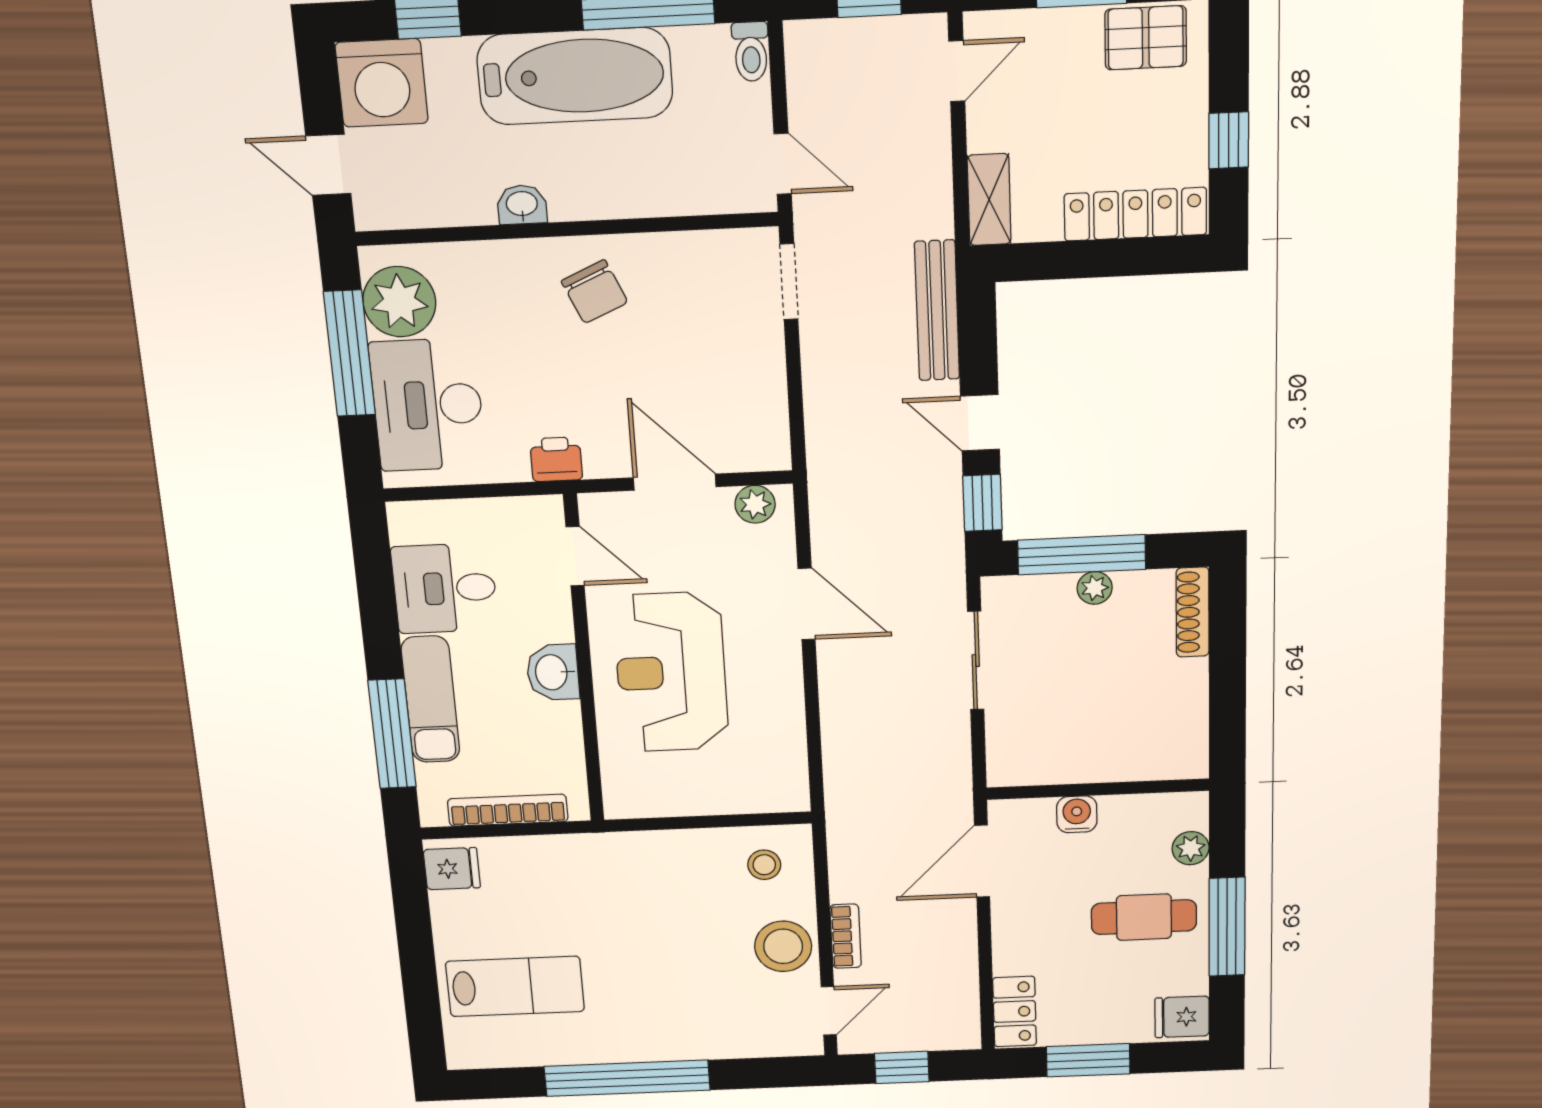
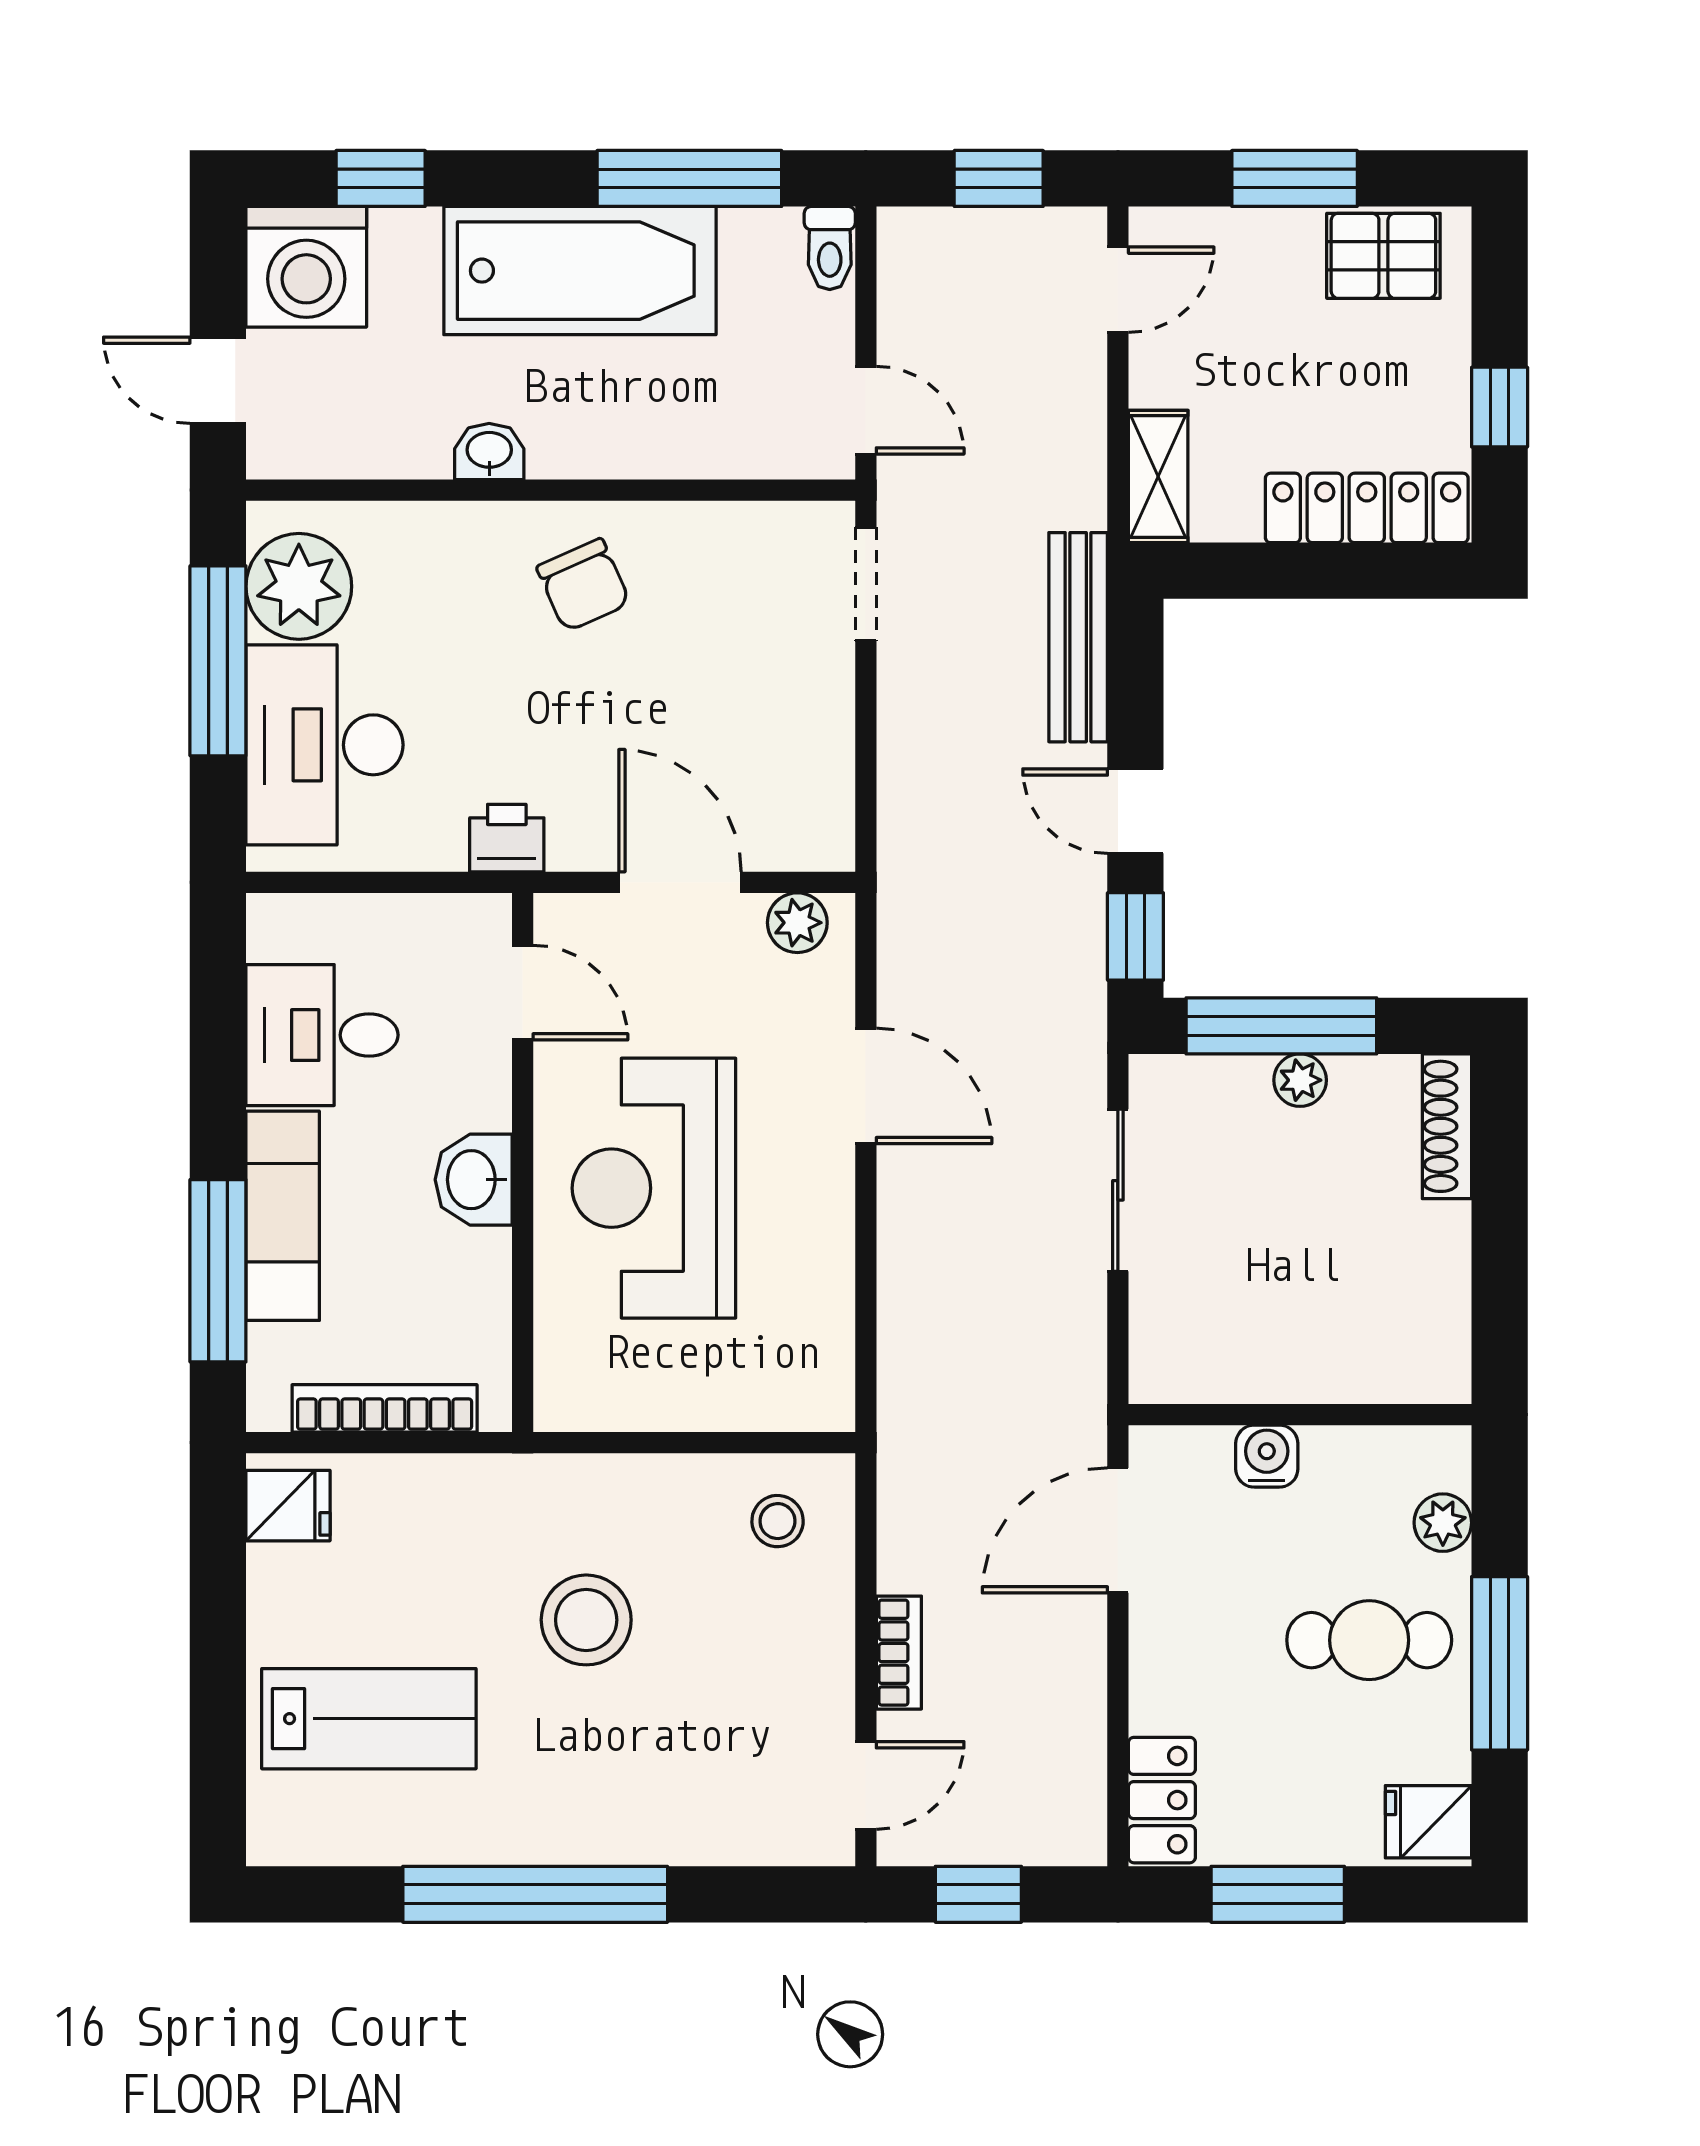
stool: (783, 946) -> (586, 1620), moved

